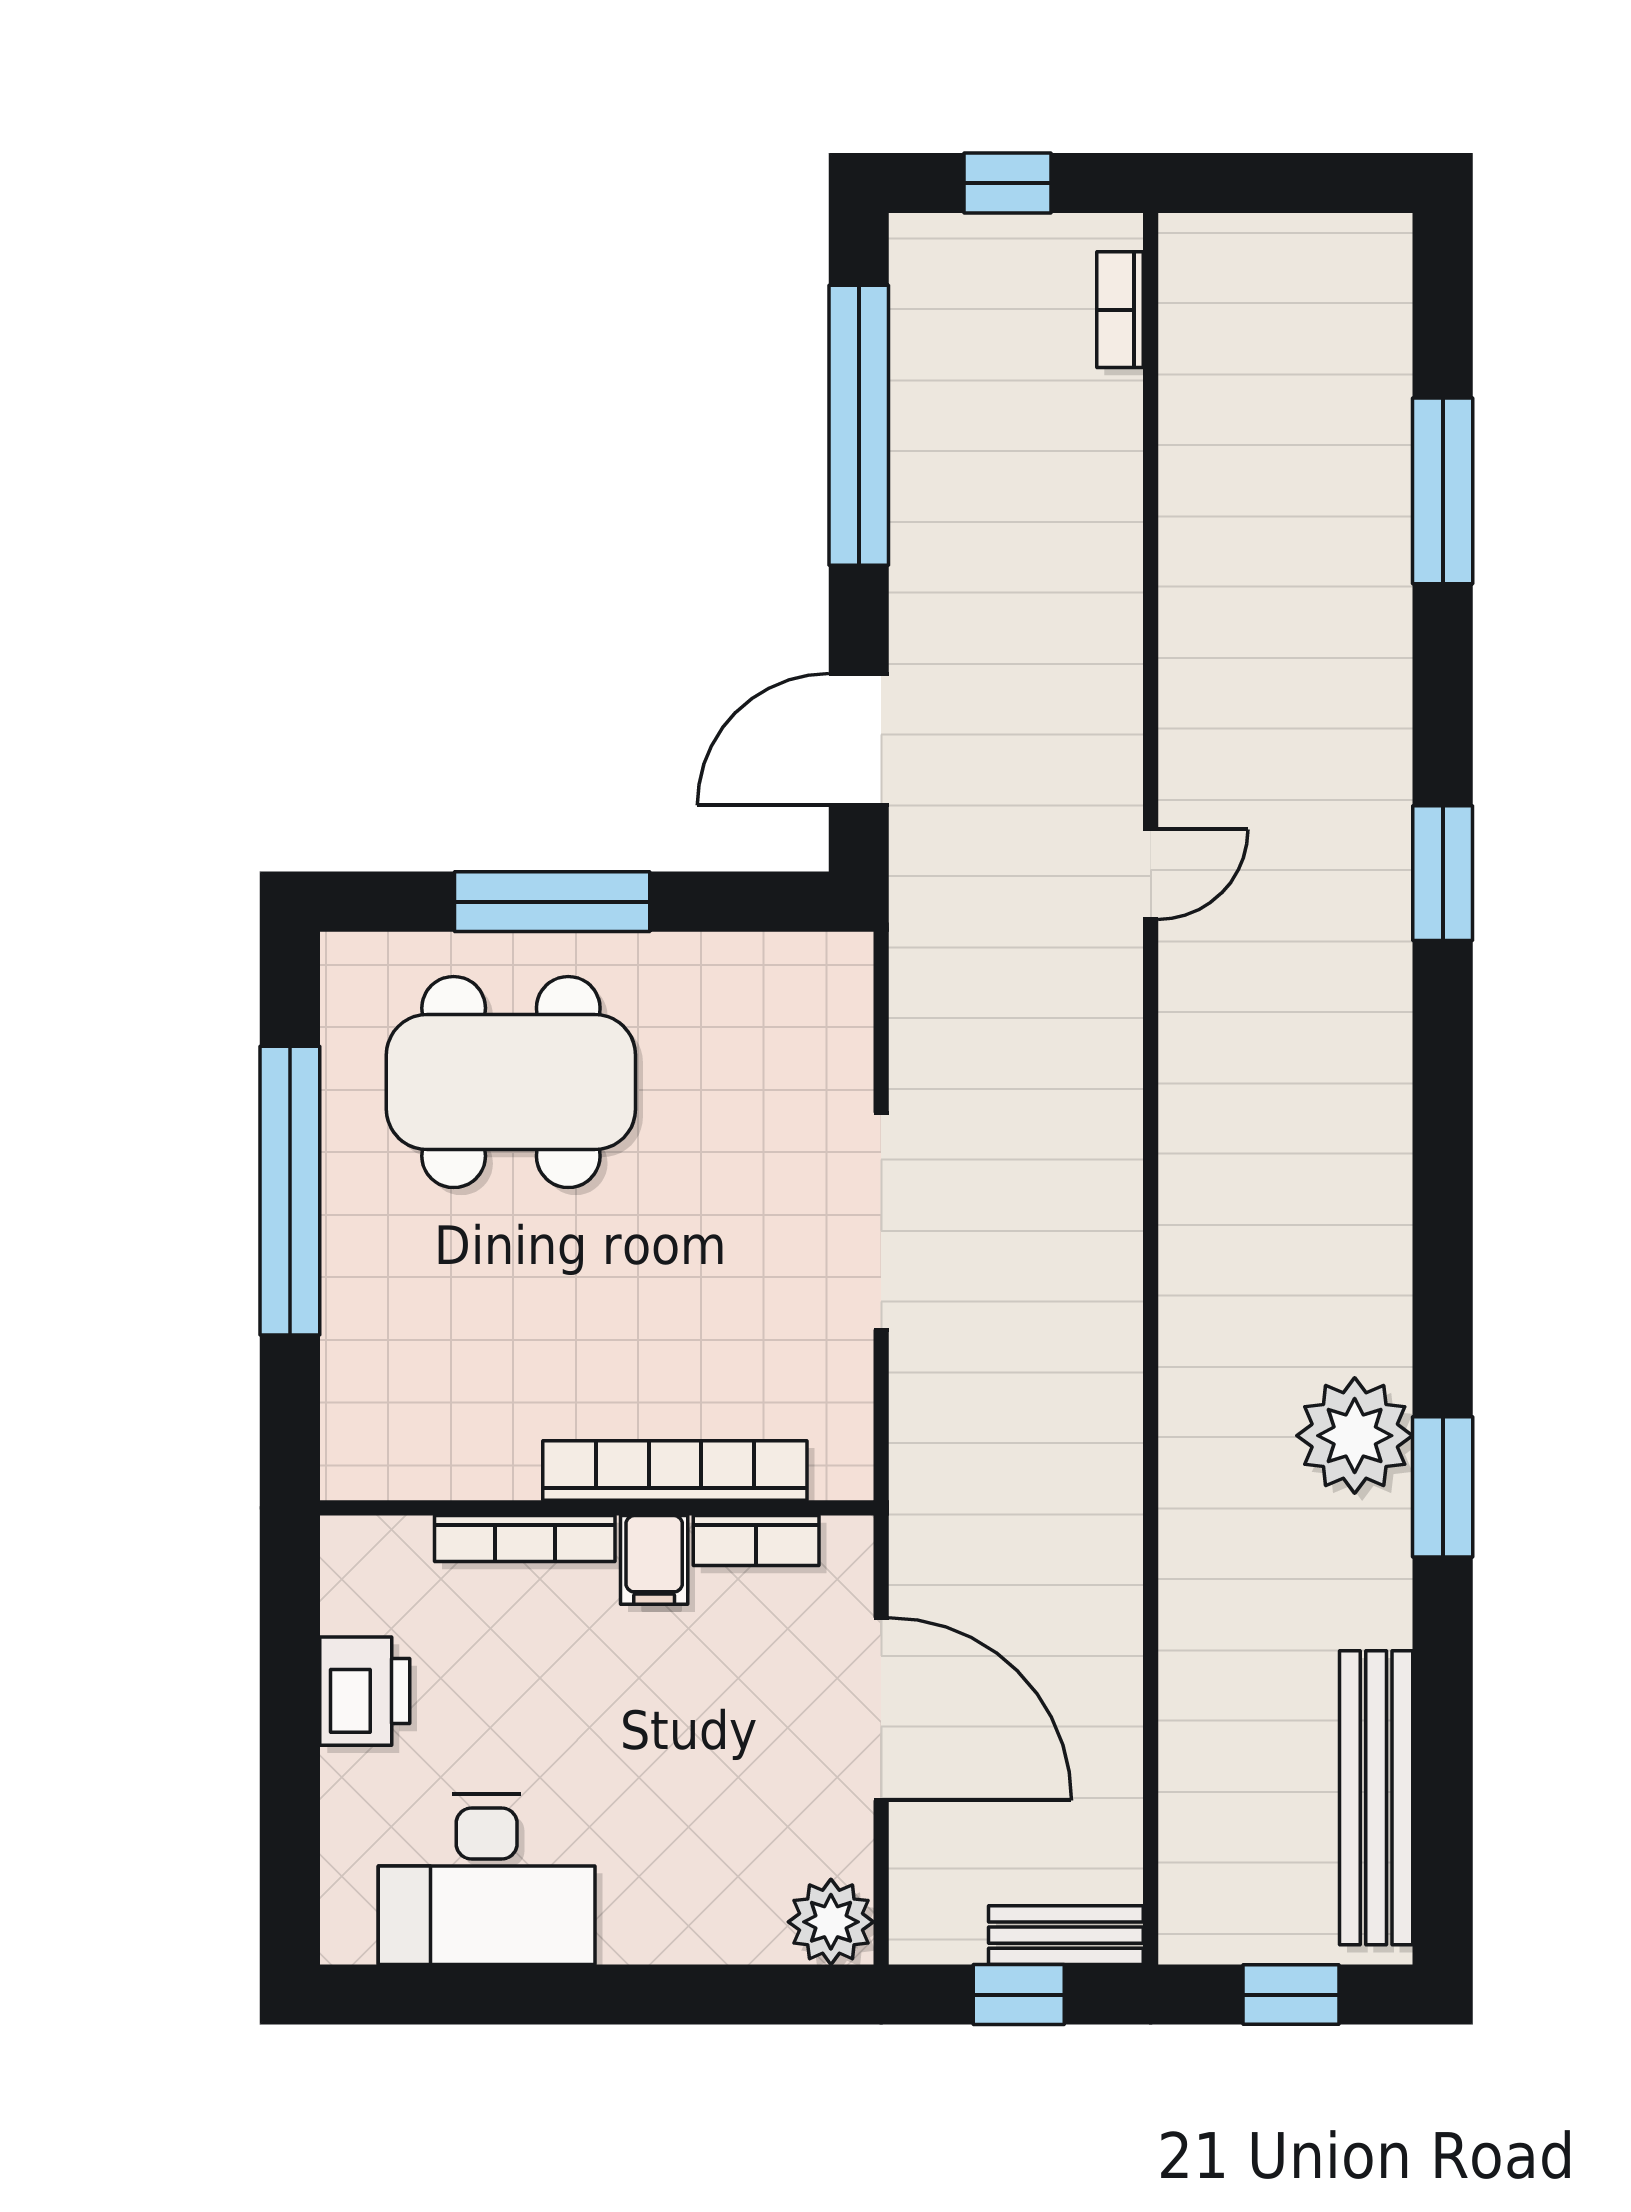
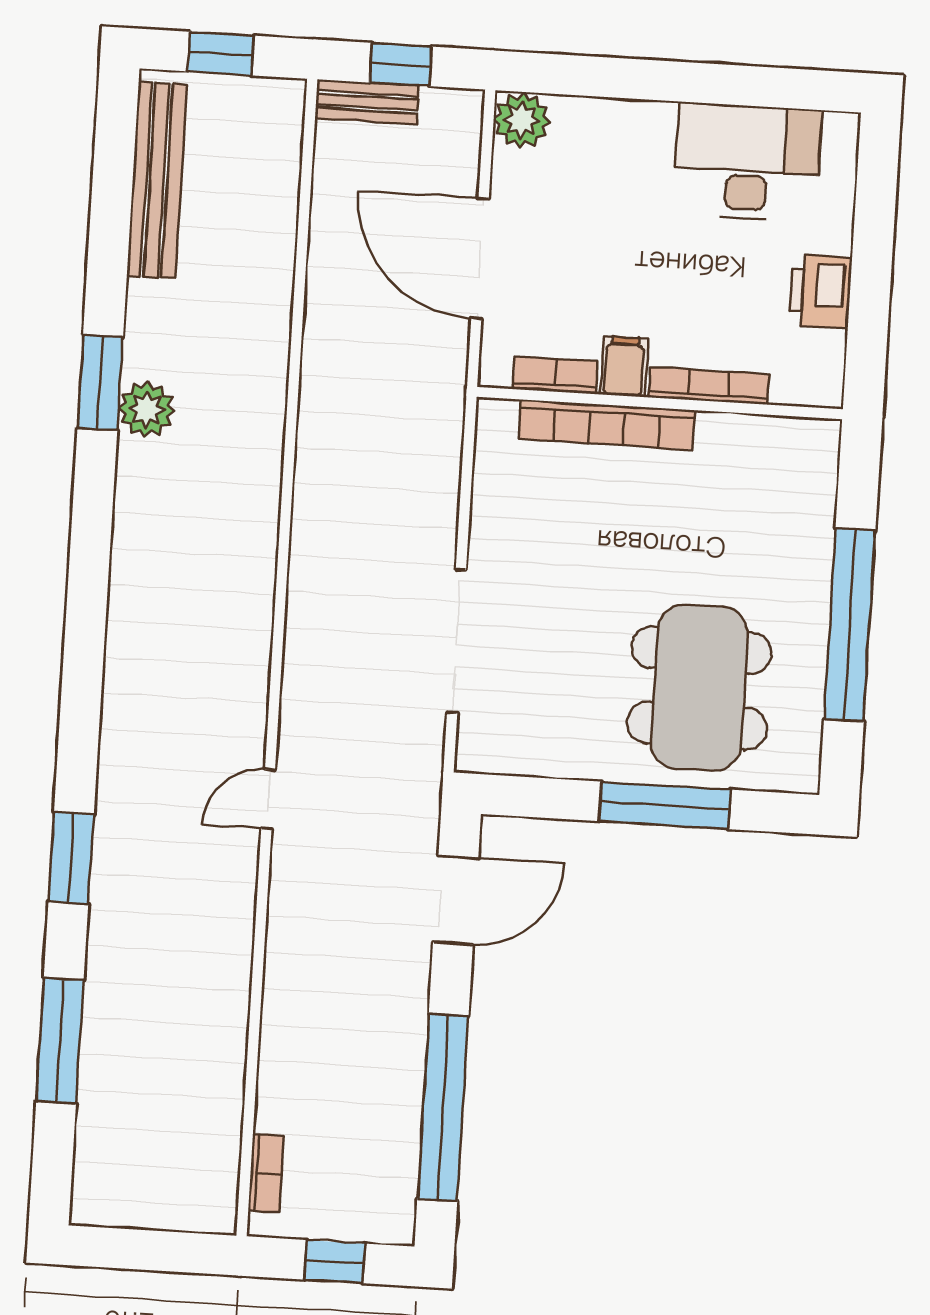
window: (1443, 873) -> (71, 858), moved
dining table: (511, 1082) -> (699, 688), turned 90
doorway: (881, 1221) -> (457, 641), moved
plant: (1355, 1436) -> (147, 409), width x0.73, depth x0.73

